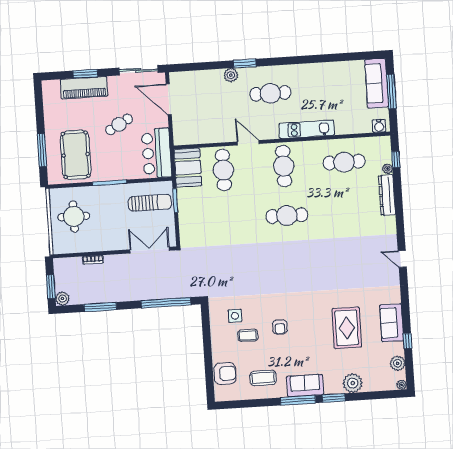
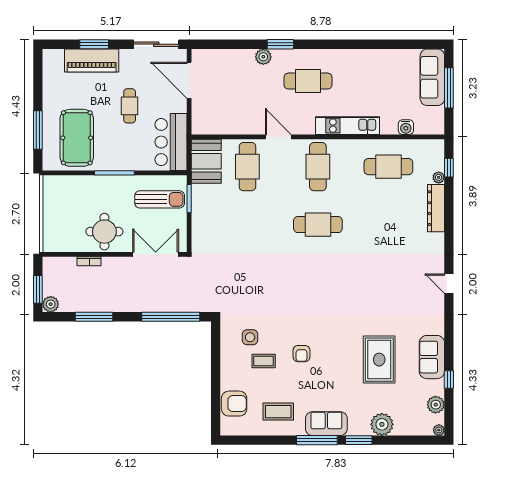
cafe table: (119, 124) -> (130, 106), turned -61
water cooler: (379, 126) -> (406, 127), moved
round table: (74, 217) -> (104, 232), moved

